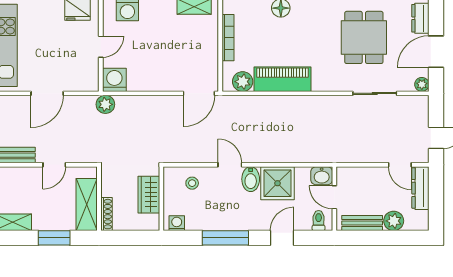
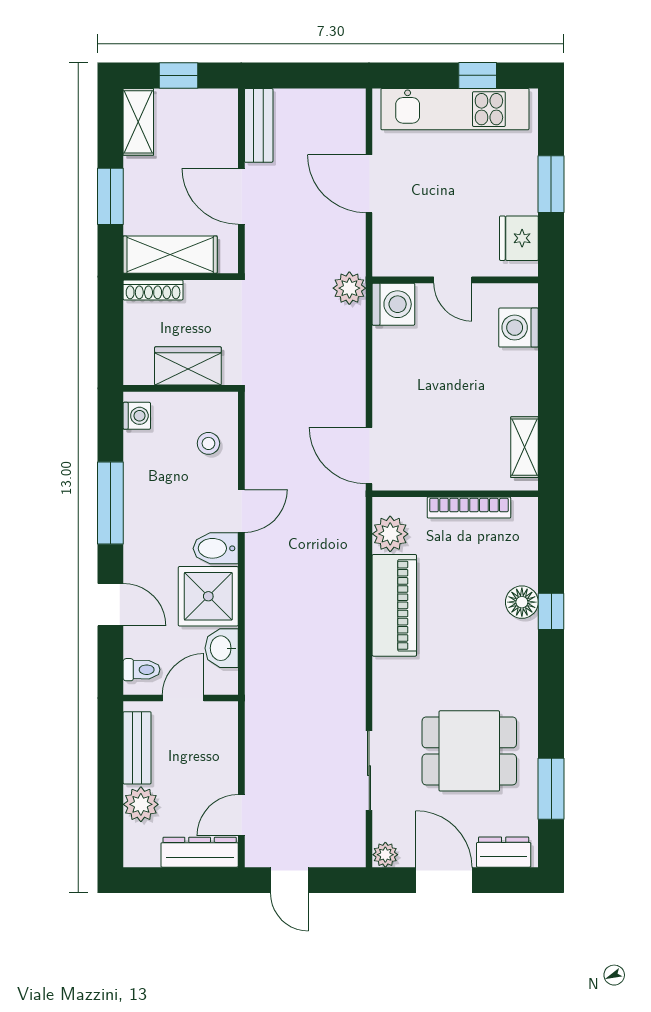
door: (54, 165) -> (241, 196), width x1.38
washbasin: (322, 176) -> (222, 648), moved

